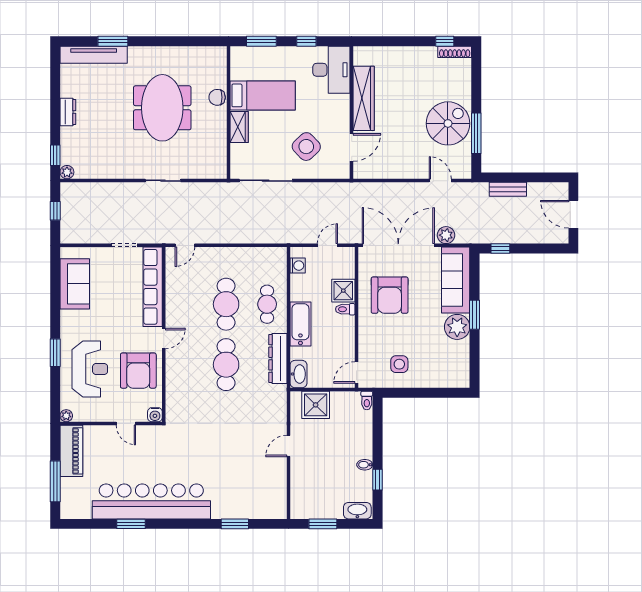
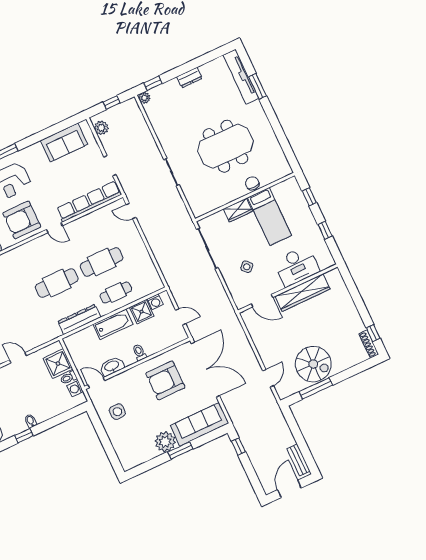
window: (261, 41) -> (309, 197), width x0.67
desk: (331, 70) -> (297, 266), moved
side table: (306, 147) -> (247, 267), width x0.54, depth x0.54
bench: (508, 189) -> (299, 460), moved
plant: (446, 235) -> (101, 128), moved
shower: (343, 291) -> (142, 312), moved
washbasin: (298, 374) -> (112, 366), moved, turned 180
washing machine: (352, 399) -> (75, 389), added
toilet: (367, 401) -> (68, 378), moved

